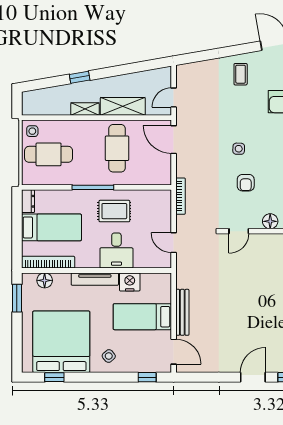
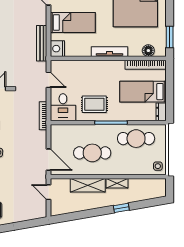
door: (174, 97) -> (48, 192), swing flipped
cafe table: (117, 148) -> (92, 153), turned 90
cafe table: (49, 154) -> (136, 139), moved
desk: (116, 251) -> (63, 107), moved, turned 180
nightstand: (130, 282) -> (57, 49), moved, turned 90
bench: (182, 312) -> (42, 43), moved

